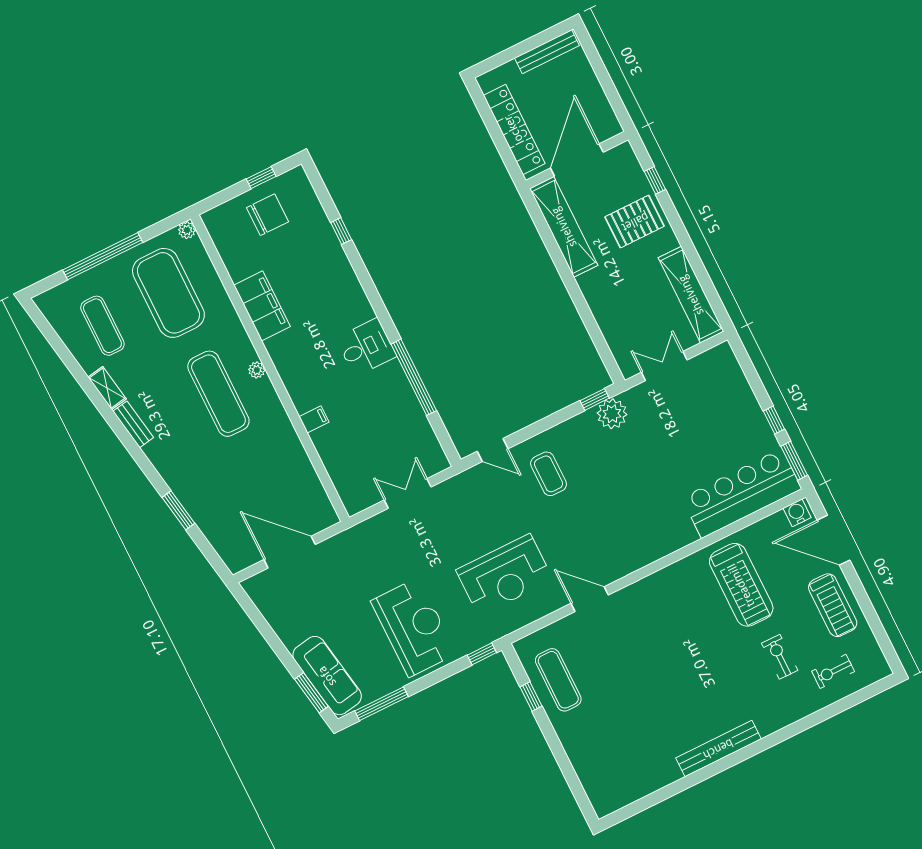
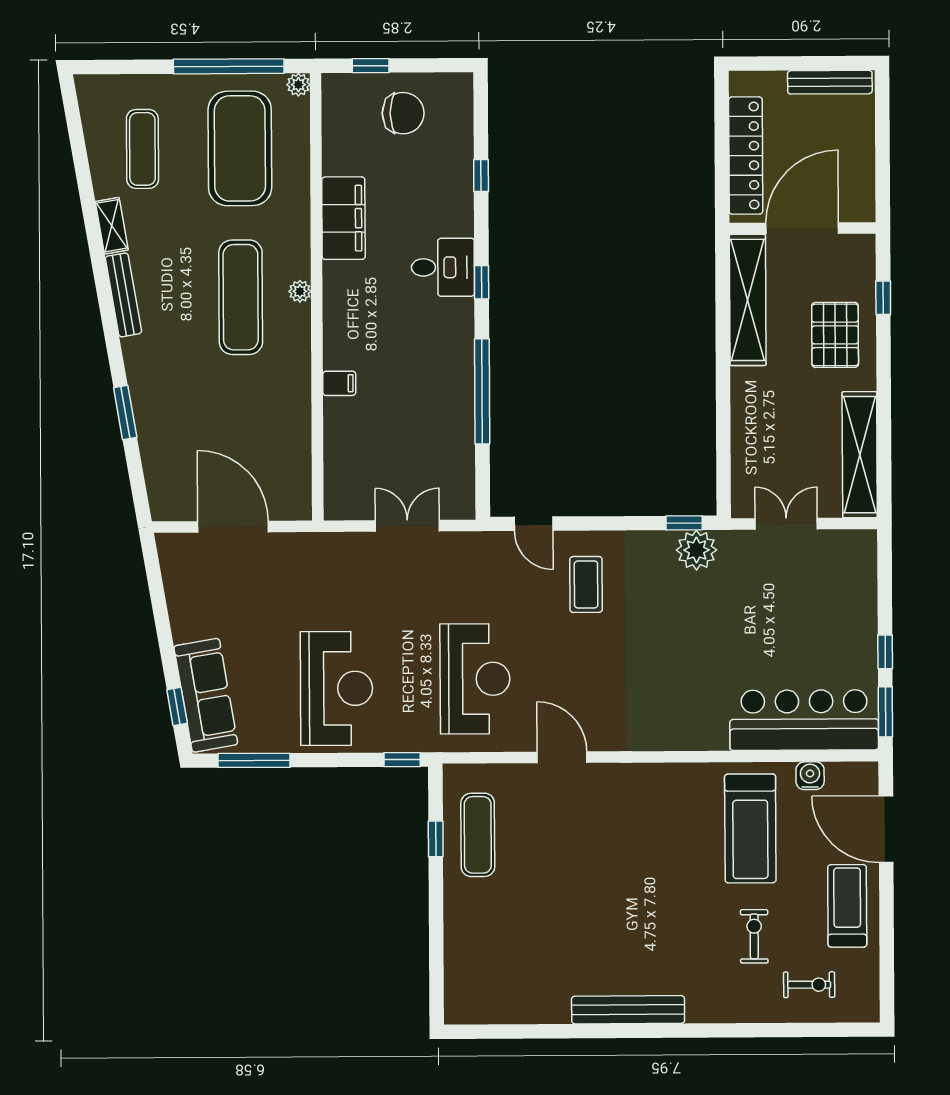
window: (261, 178) -> (371, 66), moved
pallet: (635, 222) -> (835, 335), turned 90
window: (103, 256) -> (229, 66), moved
window: (377, 303) -> (482, 282), added
desk: (366, 347) -> (443, 267), moved
bench: (133, 424) -> (123, 295), width x1.36
water cooler: (797, 513) -> (810, 776), moved
reception desk: (504, 575) -> (475, 679), turned -90
treadmill: (833, 605) -> (847, 906), turned 180
exercise bike: (833, 671) -> (809, 985), turned 180
window: (311, 693) -> (177, 707), width x0.67

